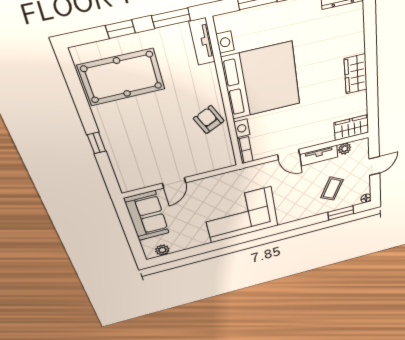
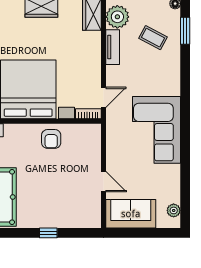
armchair: (209, 120) -> (51, 139), turned -65
plant: (345, 149) -> (117, 17), width x1.88, depth x1.88
door: (289, 155) -> (104, 97), moved

